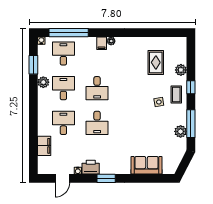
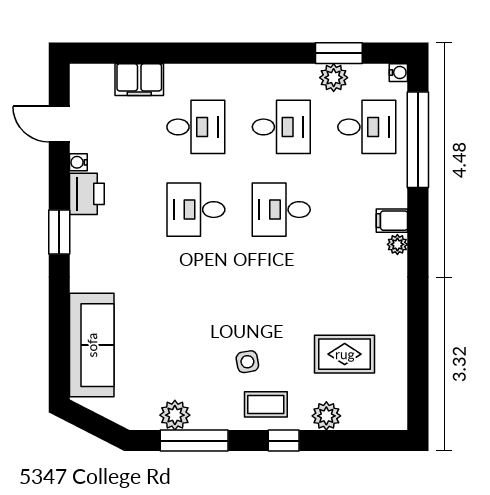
plant: (43, 82) -> (334, 78), moved
sofa: (147, 165) -> (92, 345), width x1.36

